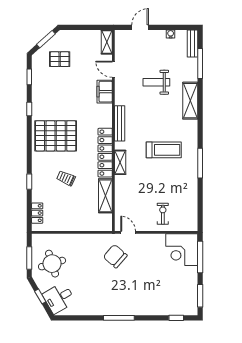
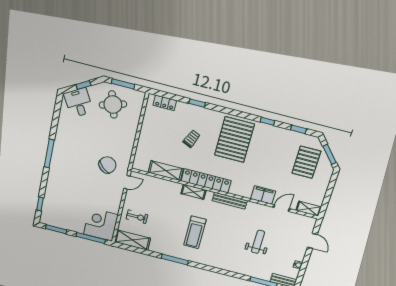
pallet: (60, 59) -> (306, 162), width x1.50, depth x1.42
shelving: (190, 101) -> (132, 240), moved

